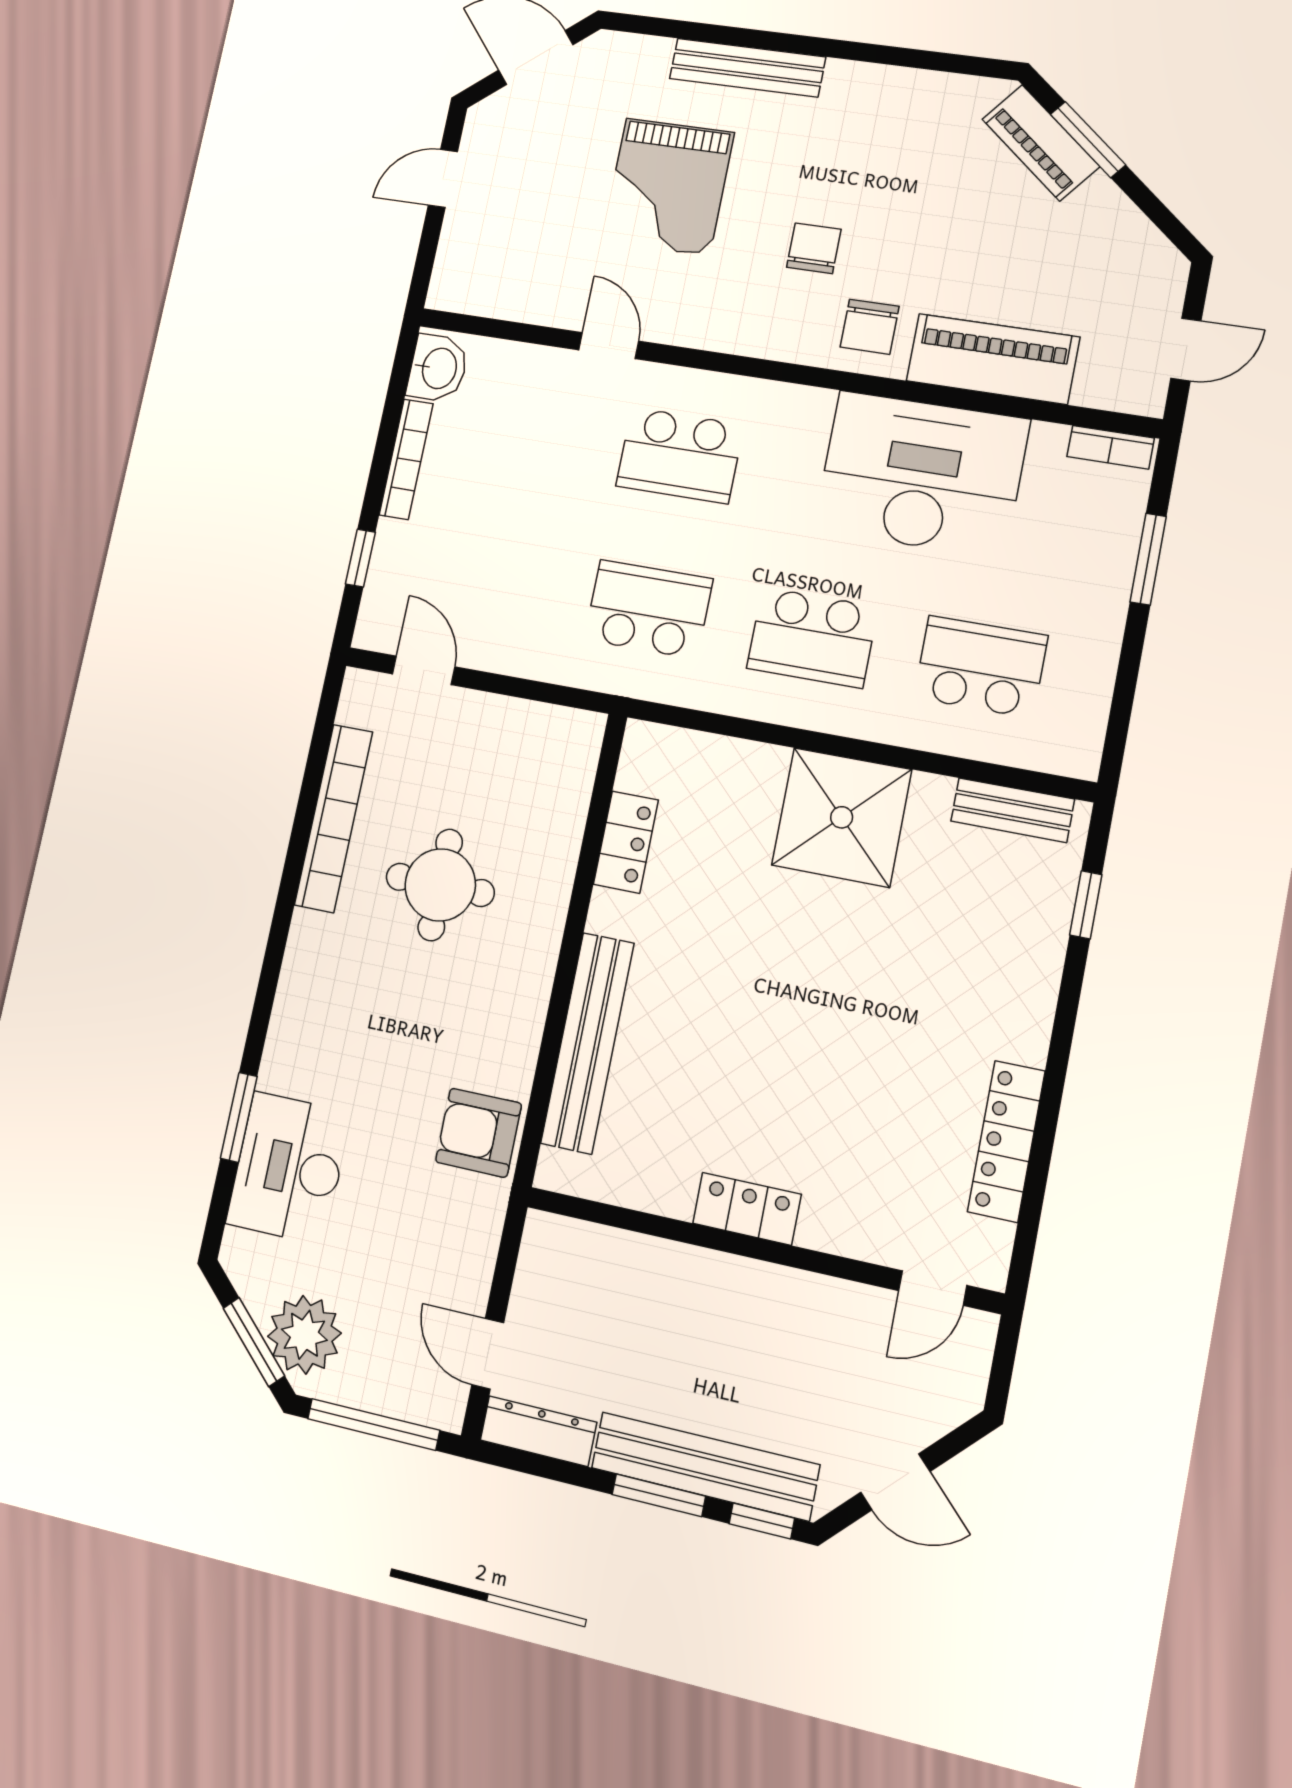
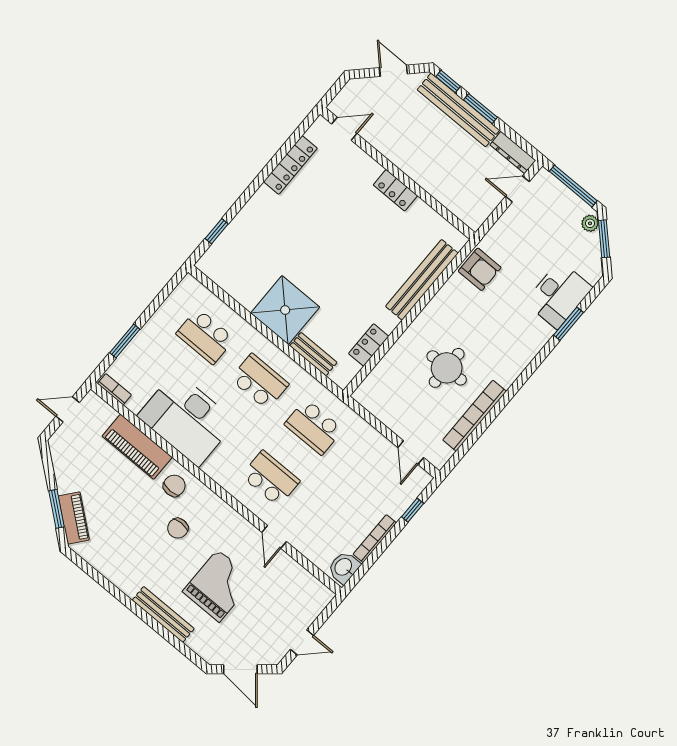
bench: (1013, 810) -> (313, 354), moved
plant: (304, 1335) -> (590, 223), width x0.53, depth x0.53
door: (488, 1354) -> (517, 189), swing flipped

